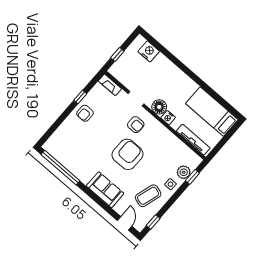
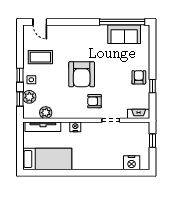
floor lamp: (159, 107) -> (89, 129), removed
plant: (181, 149) -> (46, 113), added
sofa: (105, 190) -> (124, 34), moved
coffee table: (148, 196) -> (40, 57), turned 73
window: (153, 222) -> (20, 75), moved

